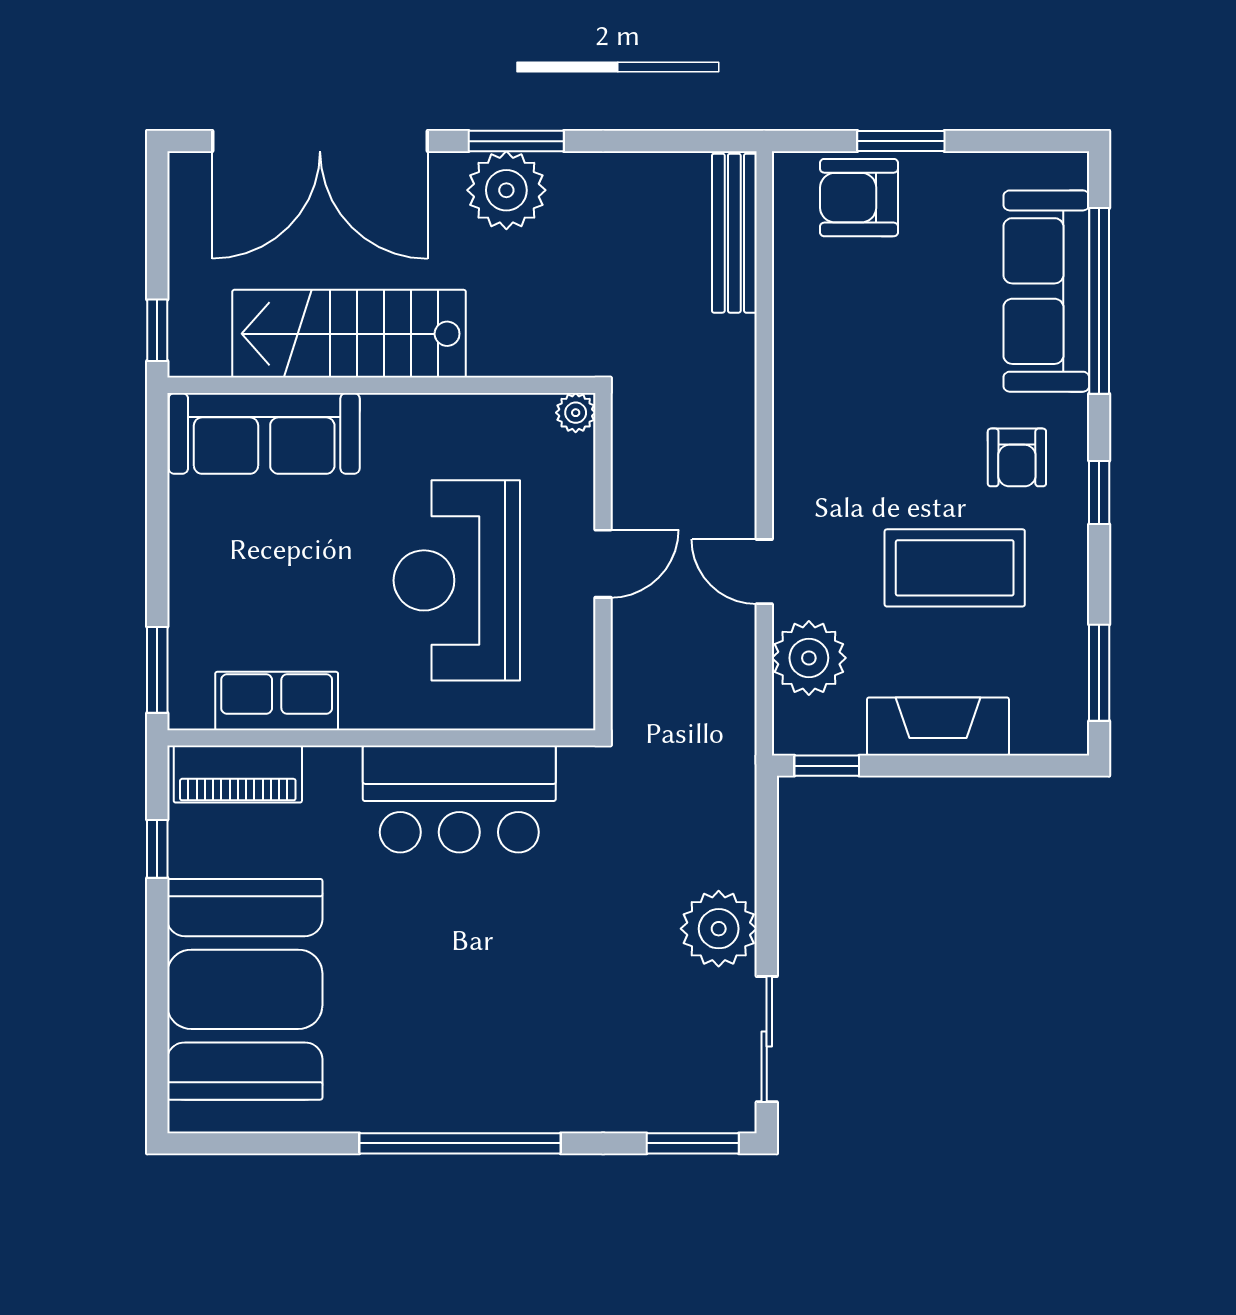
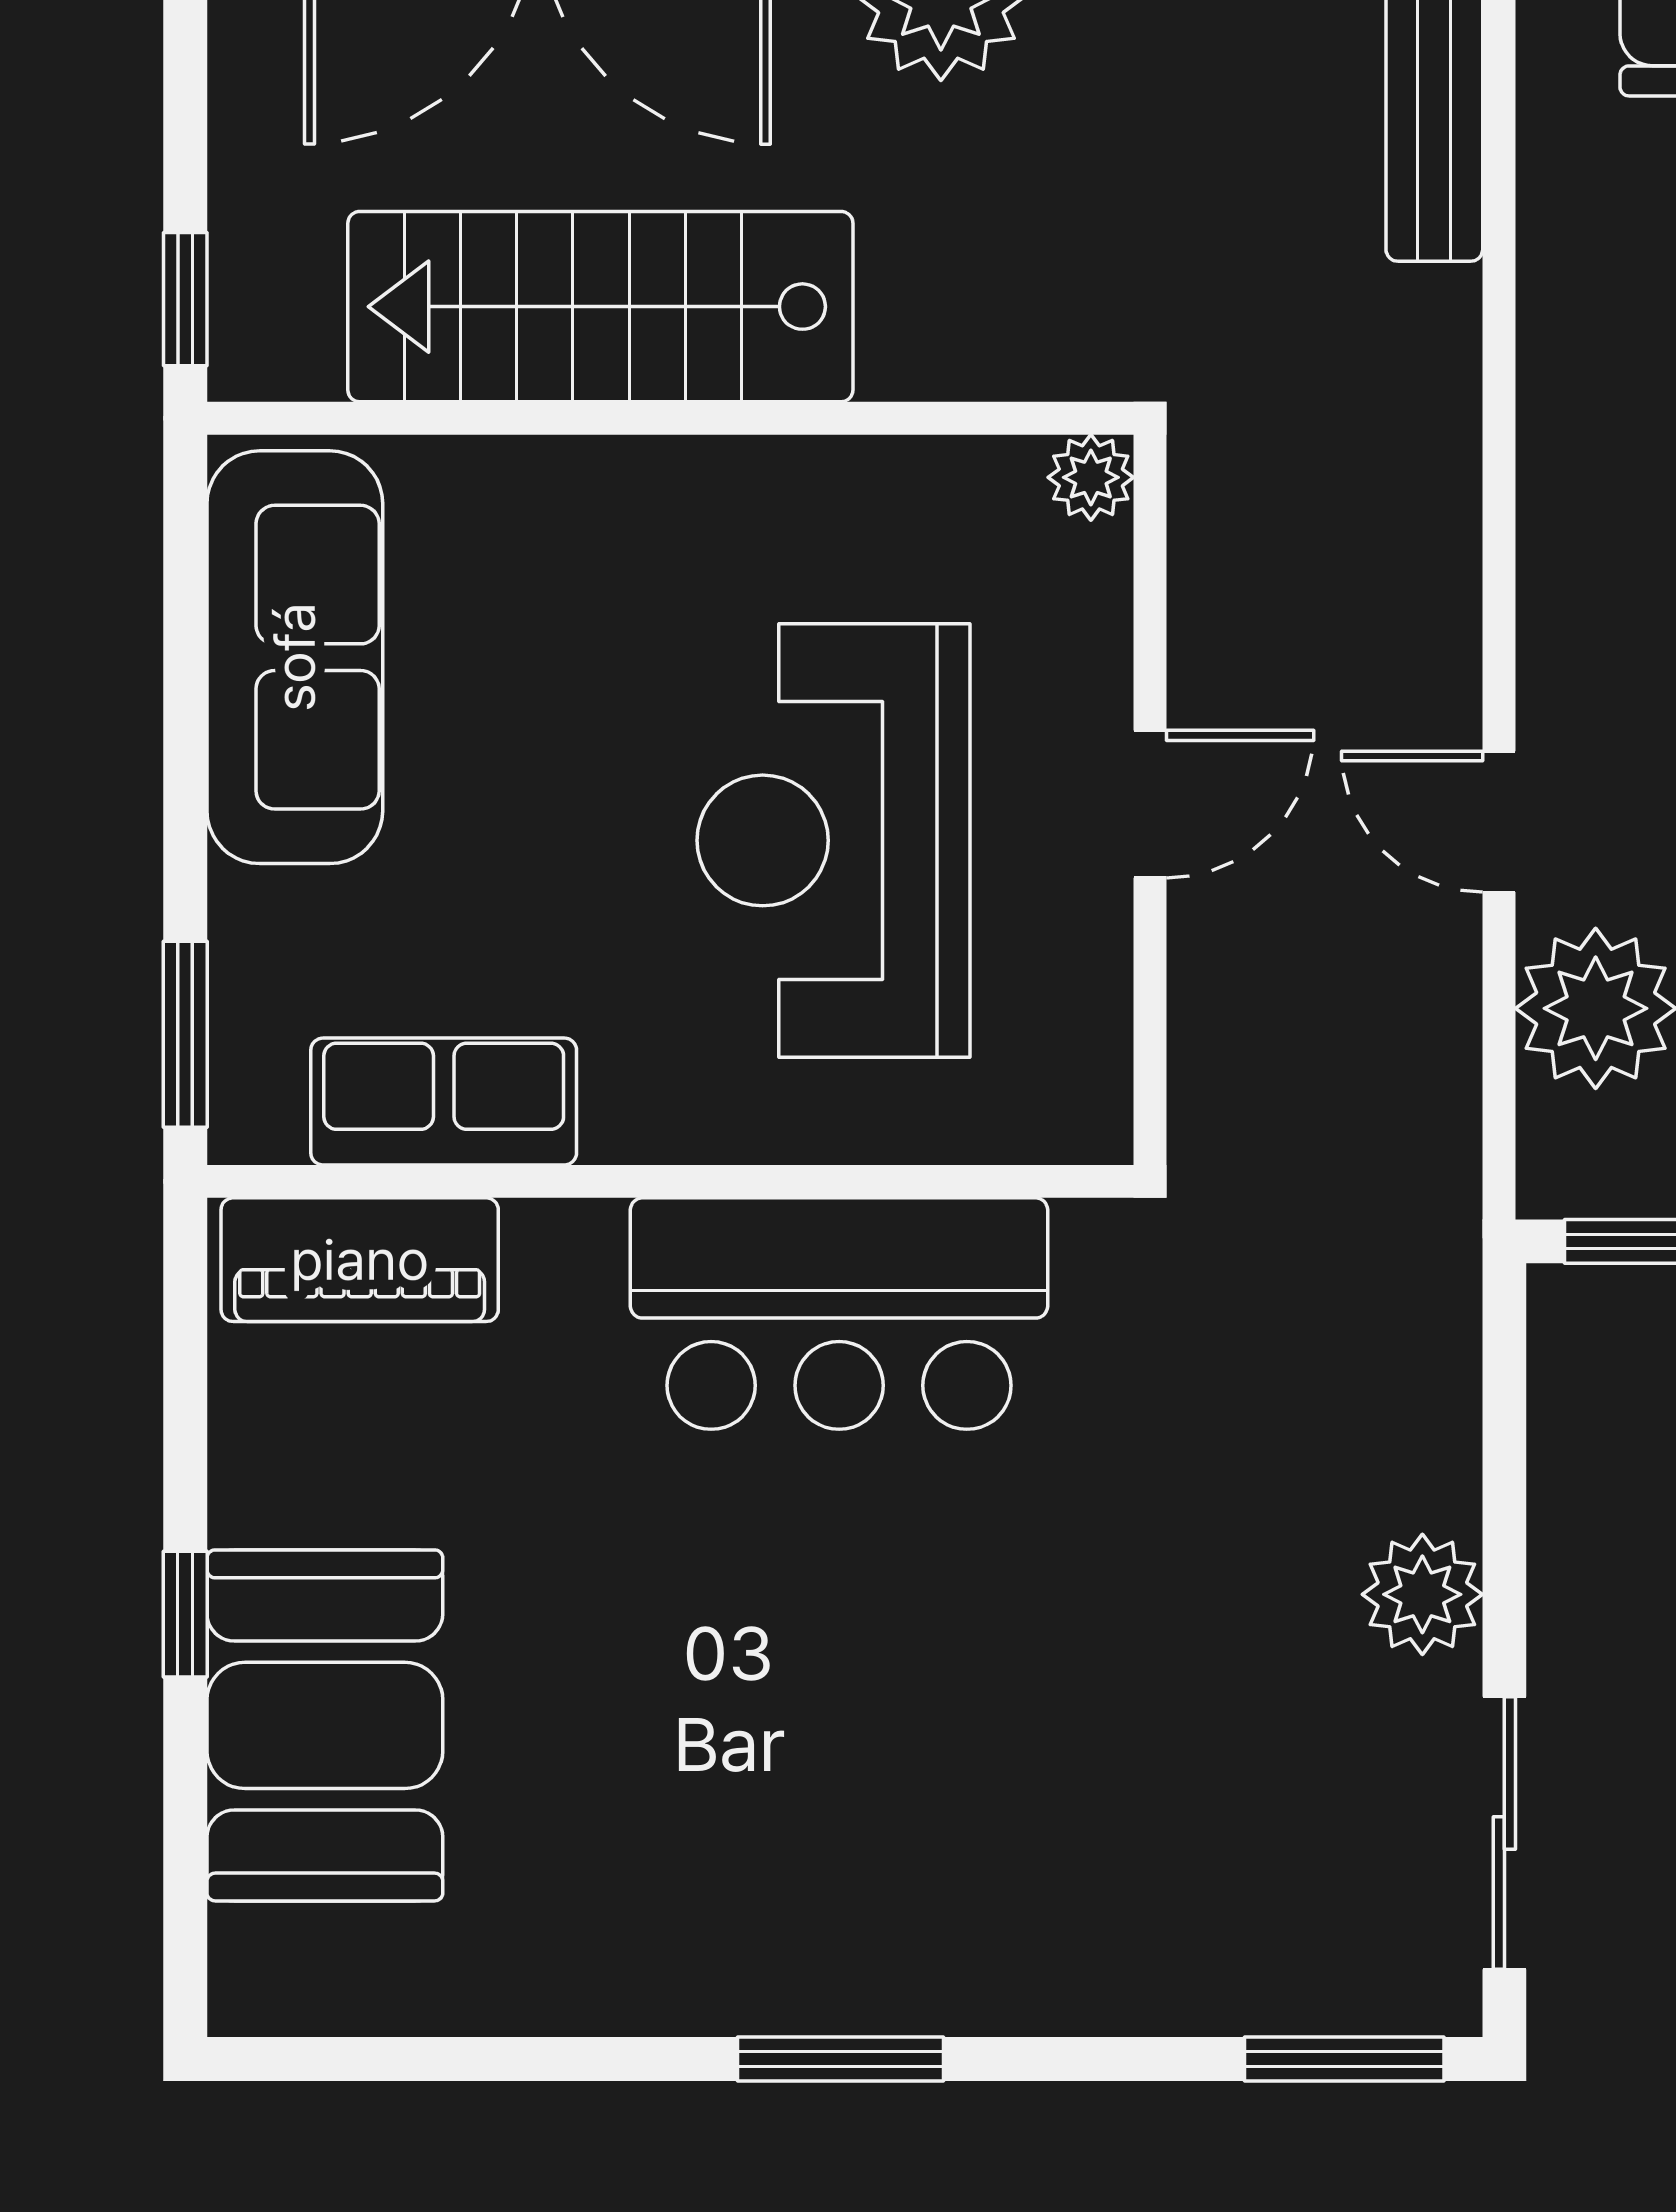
sofa: (264, 433) -> (295, 657), moved, turned -90
window: (157, 849) -> (185, 1614), moved
plant: (719, 929) -> (1422, 1594), width x0.73, depth x0.73
booth: (245, 989) -> (325, 1725), width x0.73, depth x0.70
window: (460, 1143) -> (840, 2059), width x0.47

